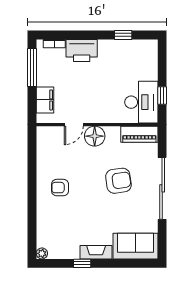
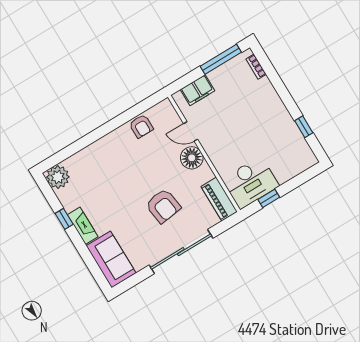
printer: (82, 50) -> (265, 96), removed
armchair: (60, 188) -> (141, 126), moved, turned 180
plant: (42, 253) -> (58, 177), width x1.87, depth x1.87

